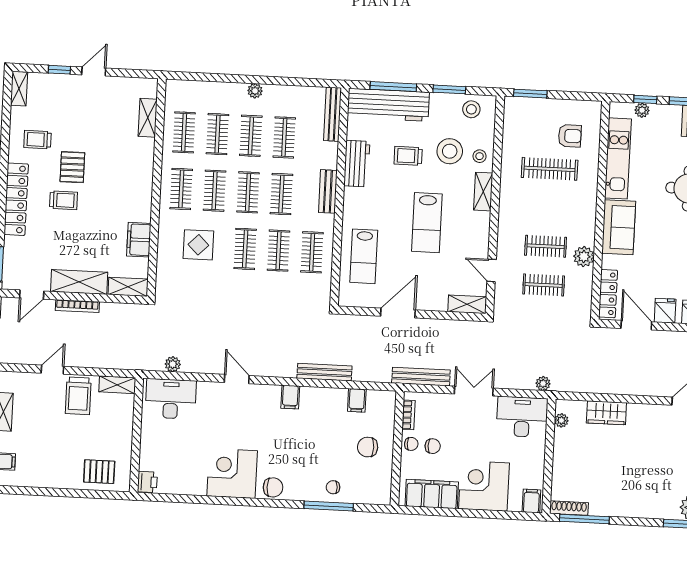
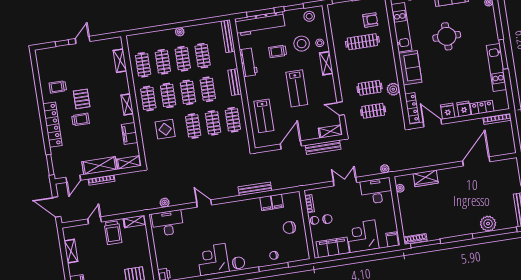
shelving: (19, 89) -> (127, 104), moved
bench: (421, 377) -> (323, 147), moved
filing cabinet: (290, 397) -> (266, 203), moved

